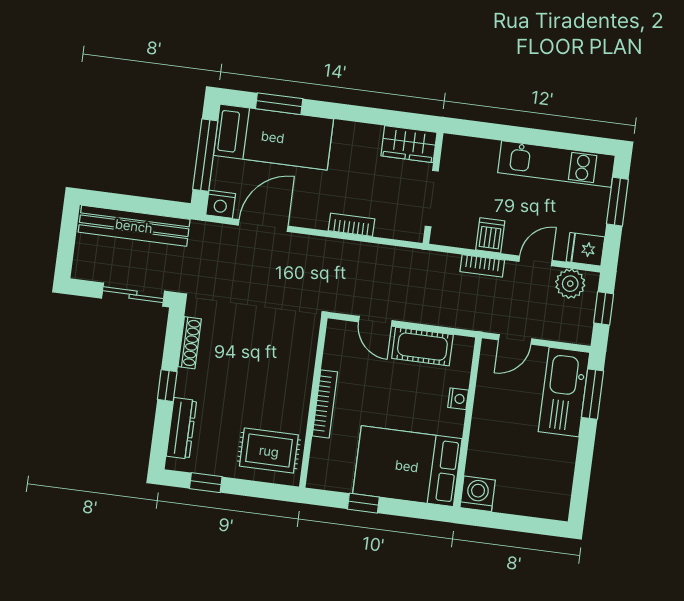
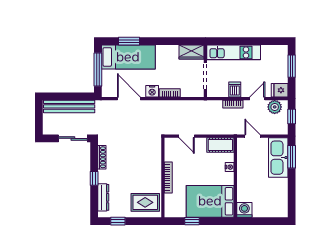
kitchen unit: (556, 164) -> (234, 52), moved
nightstand: (221, 204) -> (152, 91), moved
door: (263, 226) -> (129, 99), hinge flipped
door: (515, 339) -> (252, 136), swing flipped
cot: (422, 347) -> (220, 145), moved

